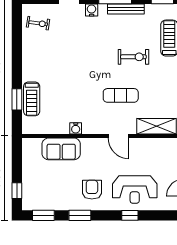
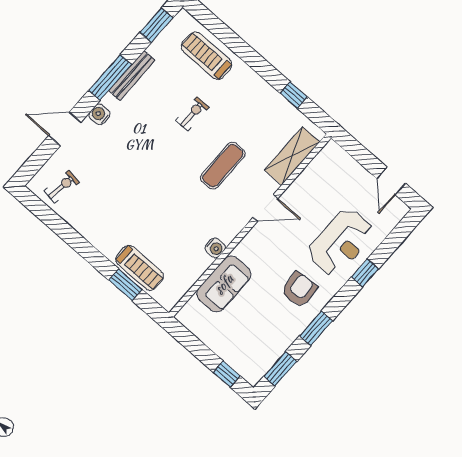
exercise bike: (133, 57) -> (192, 114), width x0.73, depth x0.72
armchair: (92, 190) -> (299, 290), turned 85

